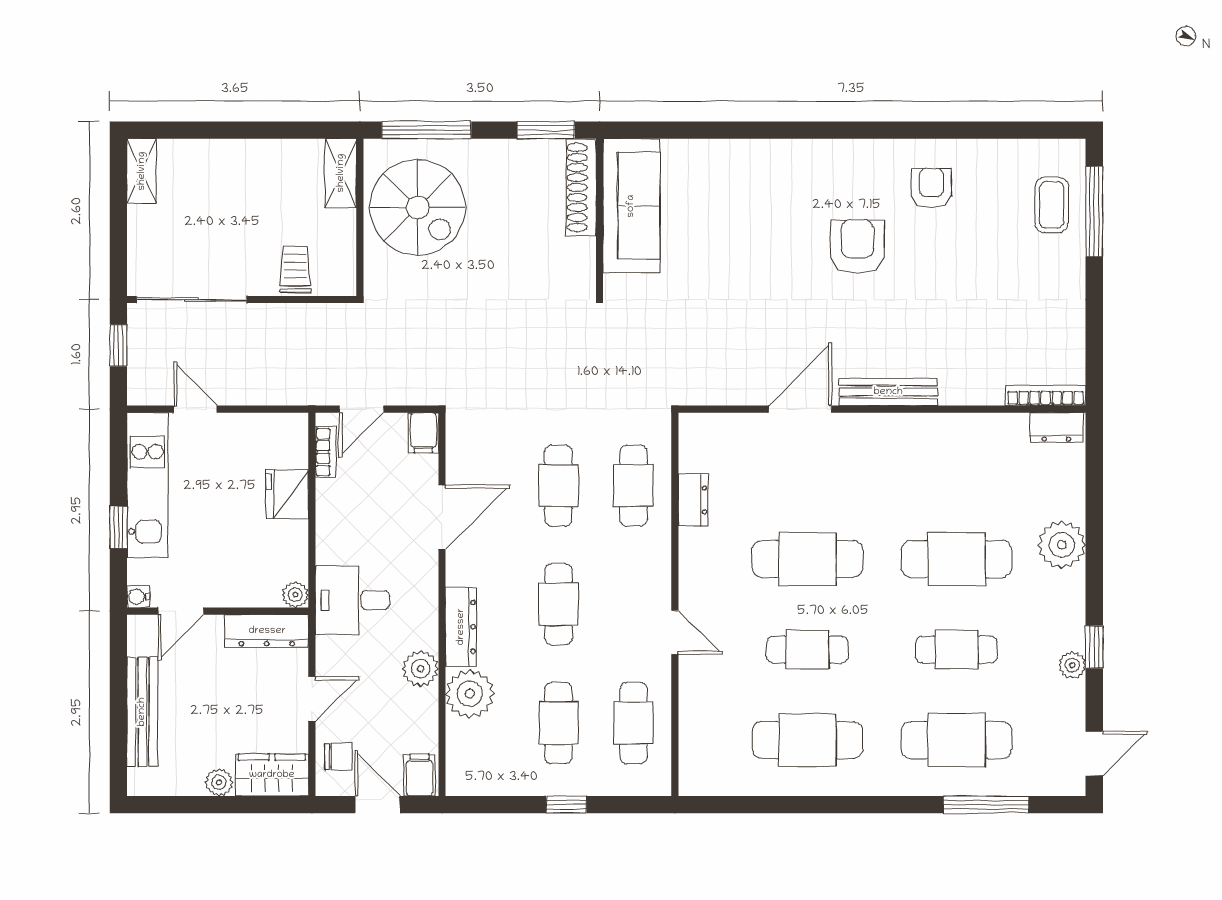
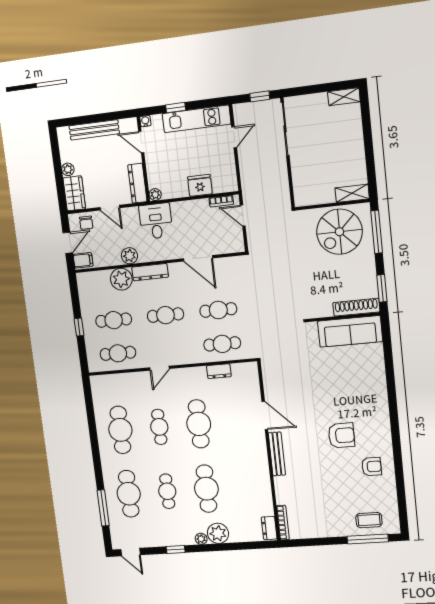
trolley: (295, 269) -> (304, 177), removed
filing cabinet: (423, 433) -> (235, 246), removed
plant: (1072, 665) -> (201, 539), moved

